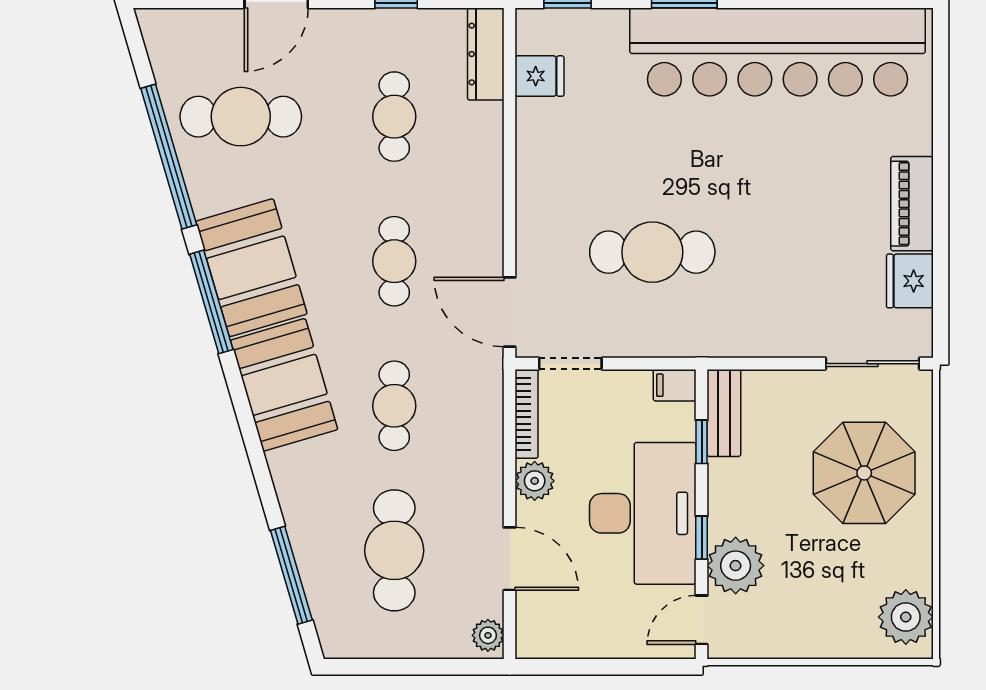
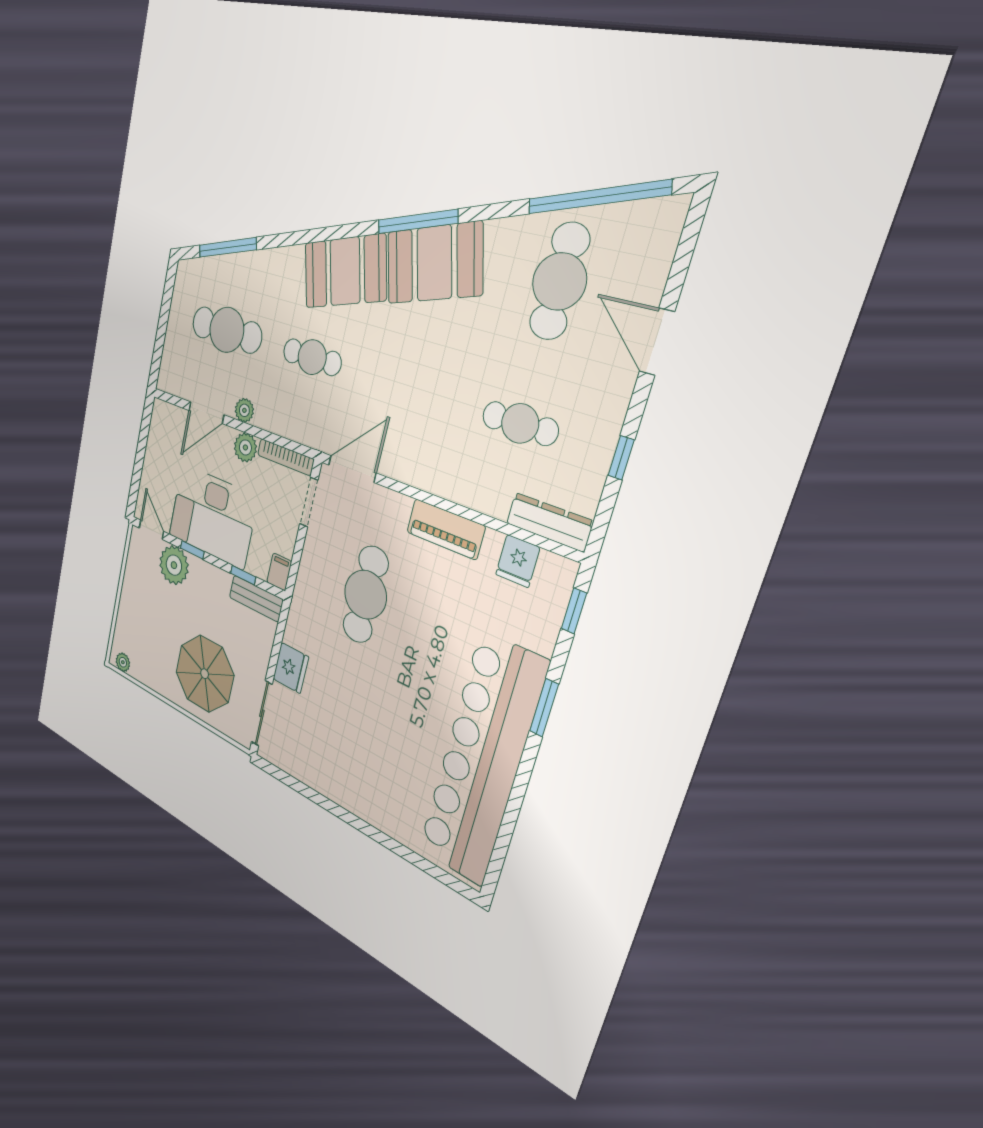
window: (169, 157) -> (598, 197), moved
piano: (912, 204) -> (445, 529), moved, turned 180
cafe table: (394, 261) -> (409, 388), removed
fridge: (910, 281) -> (291, 668), moved, turned 90
plant: (906, 617) -> (123, 662), width x0.53, depth x0.53
plant: (488, 635) -> (244, 410), moved

